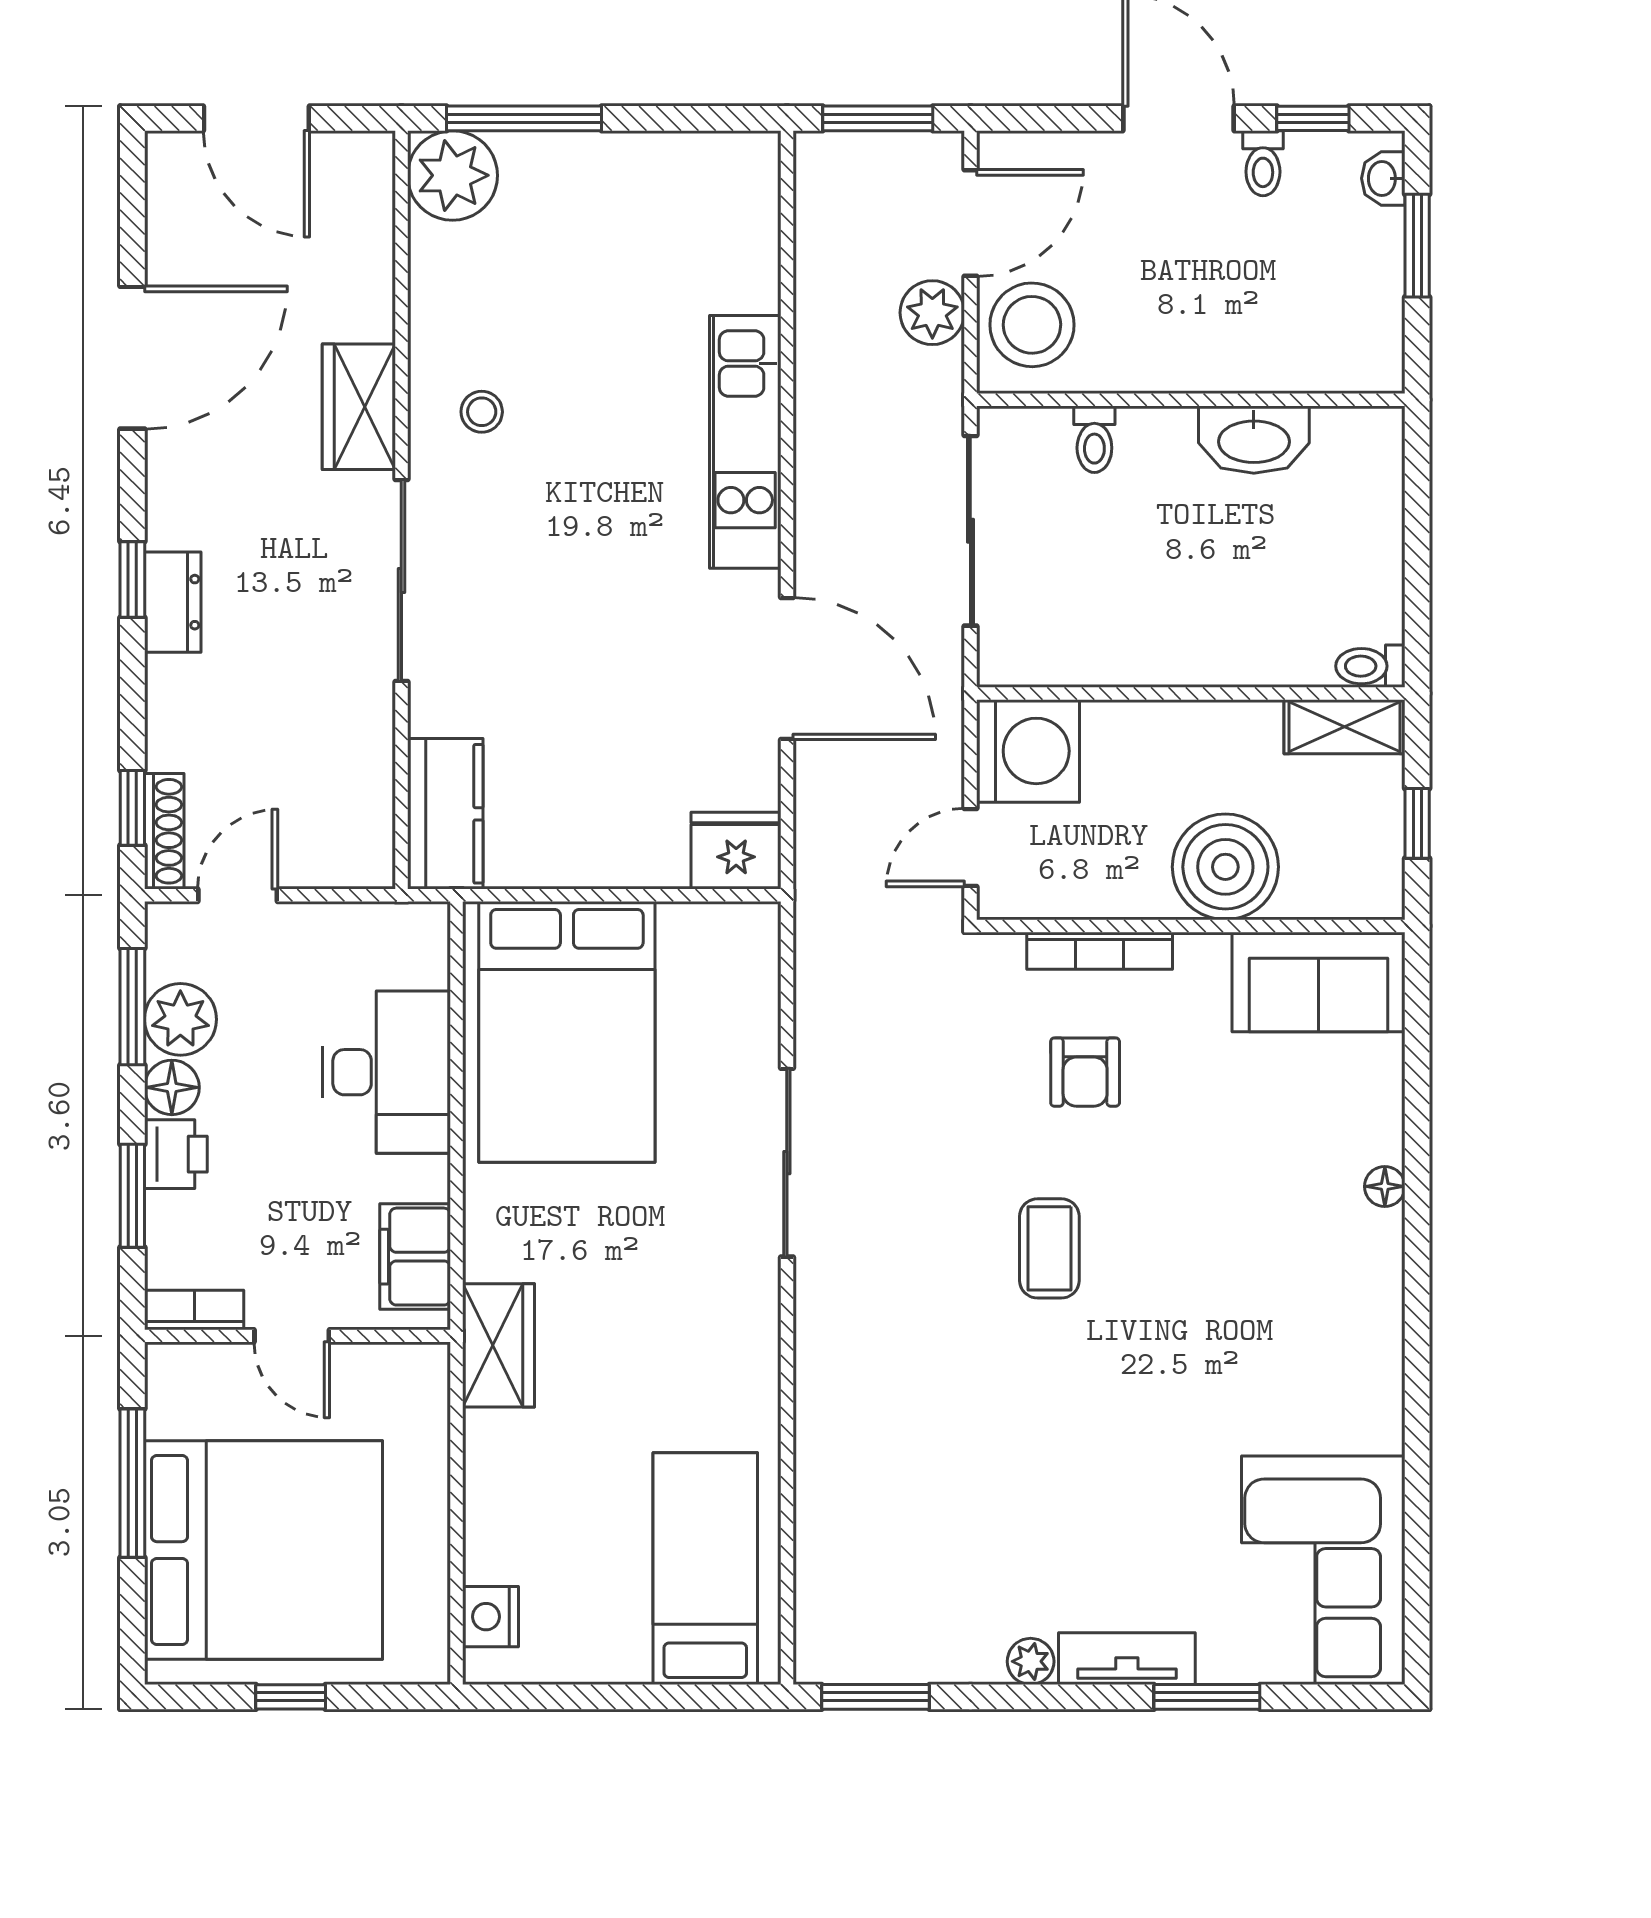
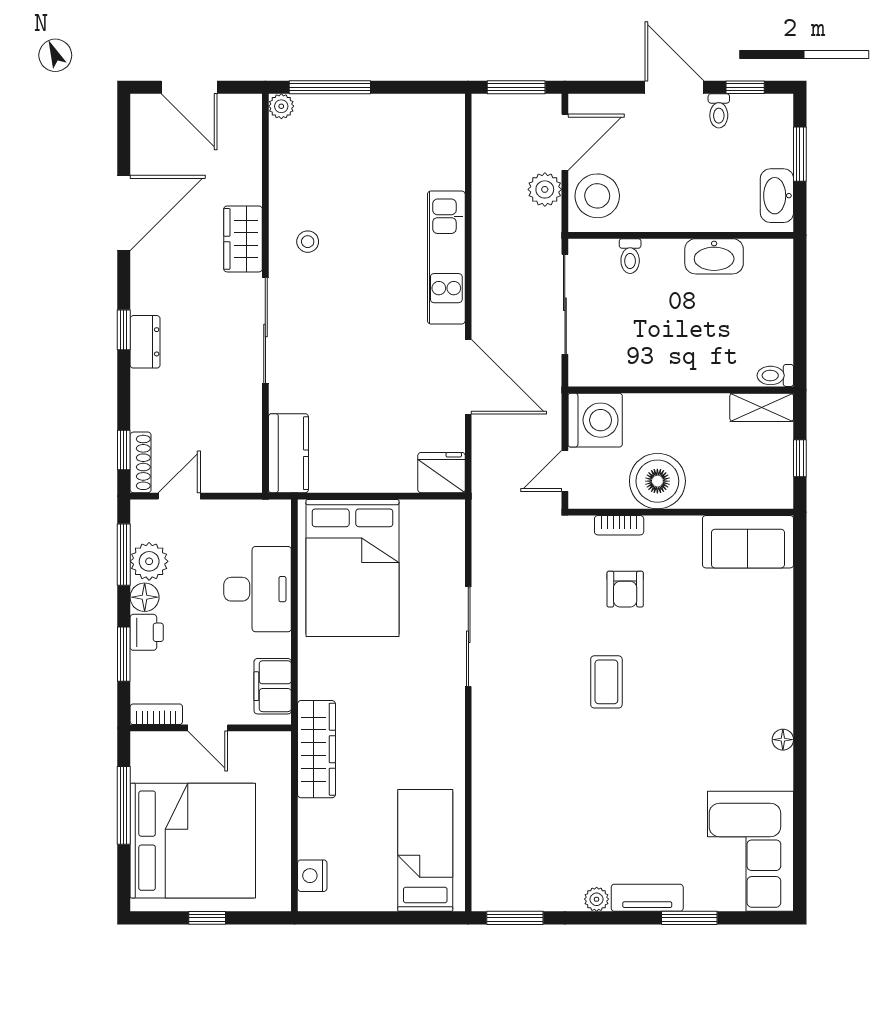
plant: (453, 175) -> (281, 106), width x0.53, depth x0.53
washbasin: (1383, 178) -> (777, 196), moved, width x1.91, depth x1.45
boiler: (1225, 867) -> (657, 481), moved
bookcase: (1100, 951) -> (619, 525), width x0.64
floor lamp: (1385, 1186) -> (783, 740), moved
wardrobe: (498, 1345) -> (316, 749), width x1.50

